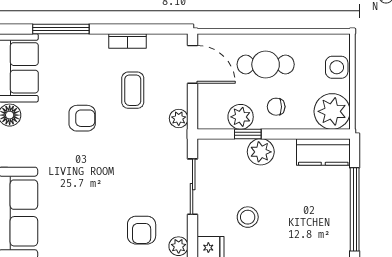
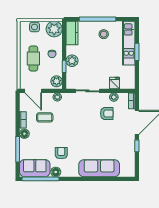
floor lamp: (96, 44) -> (24, 134), added
door: (193, 64) -> (33, 91), swing flipped
plant: (241, 117) -> (57, 81), moved
armchair: (82, 118) -> (61, 153), moved
stool: (248, 217) -> (104, 34), moved

